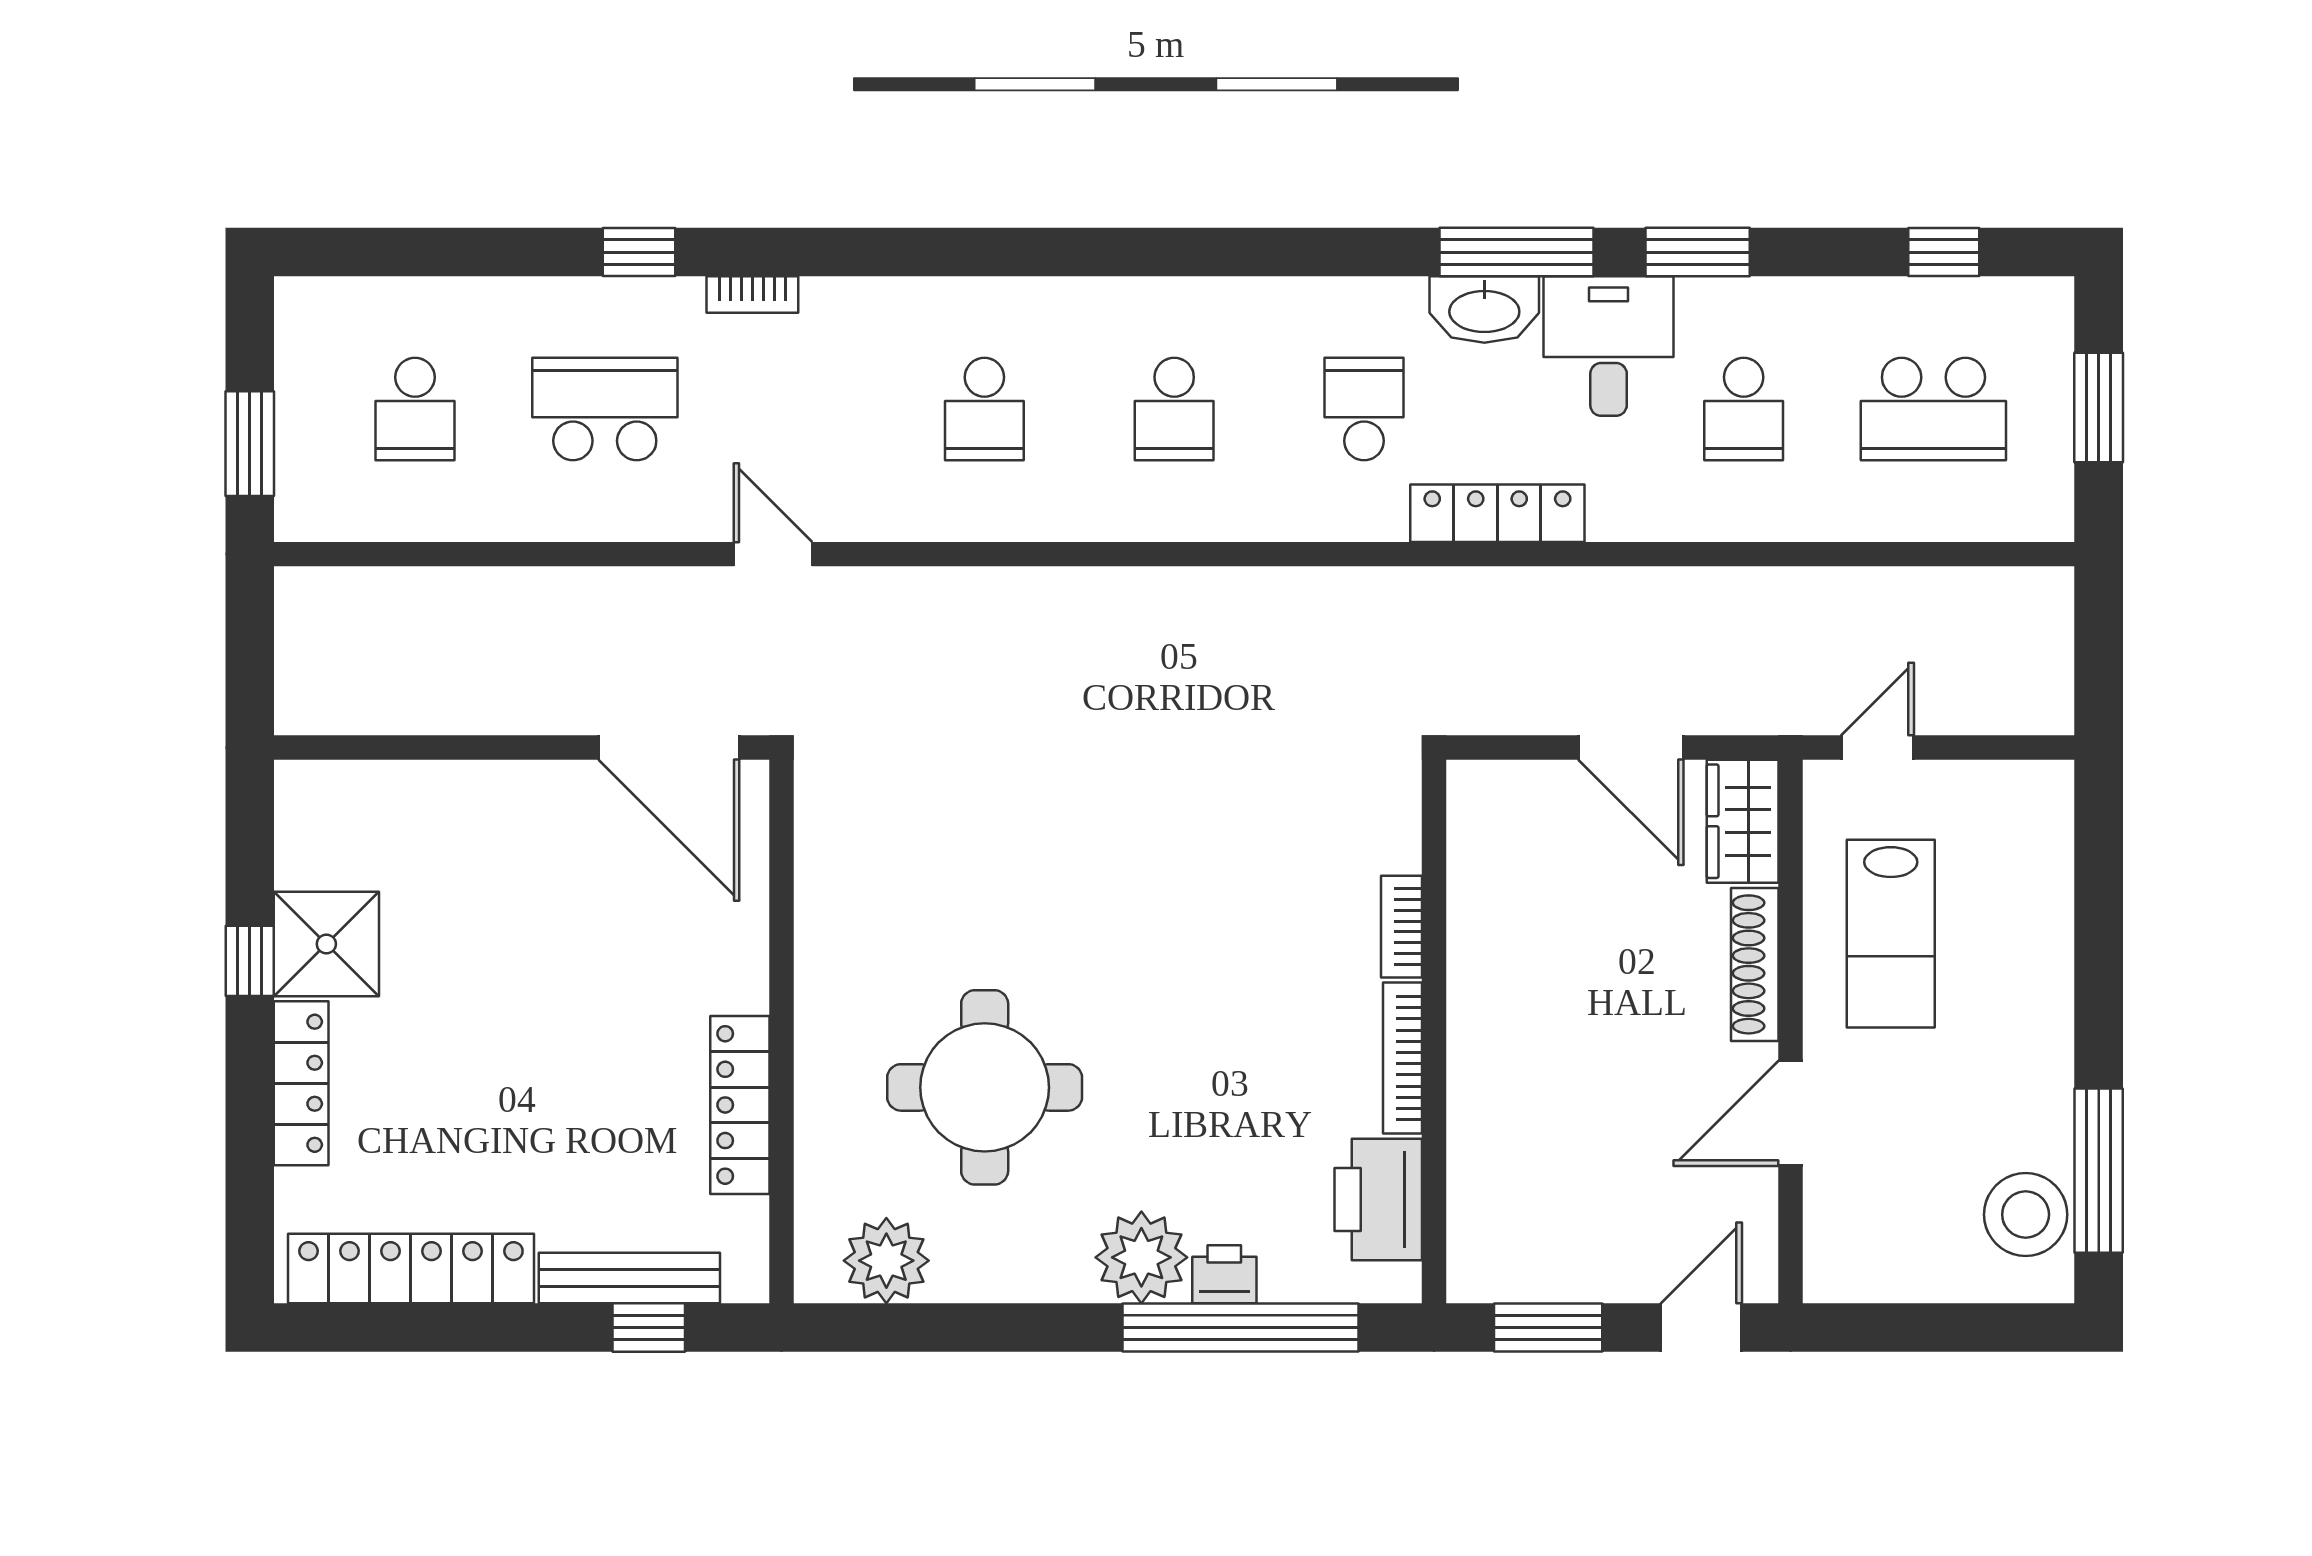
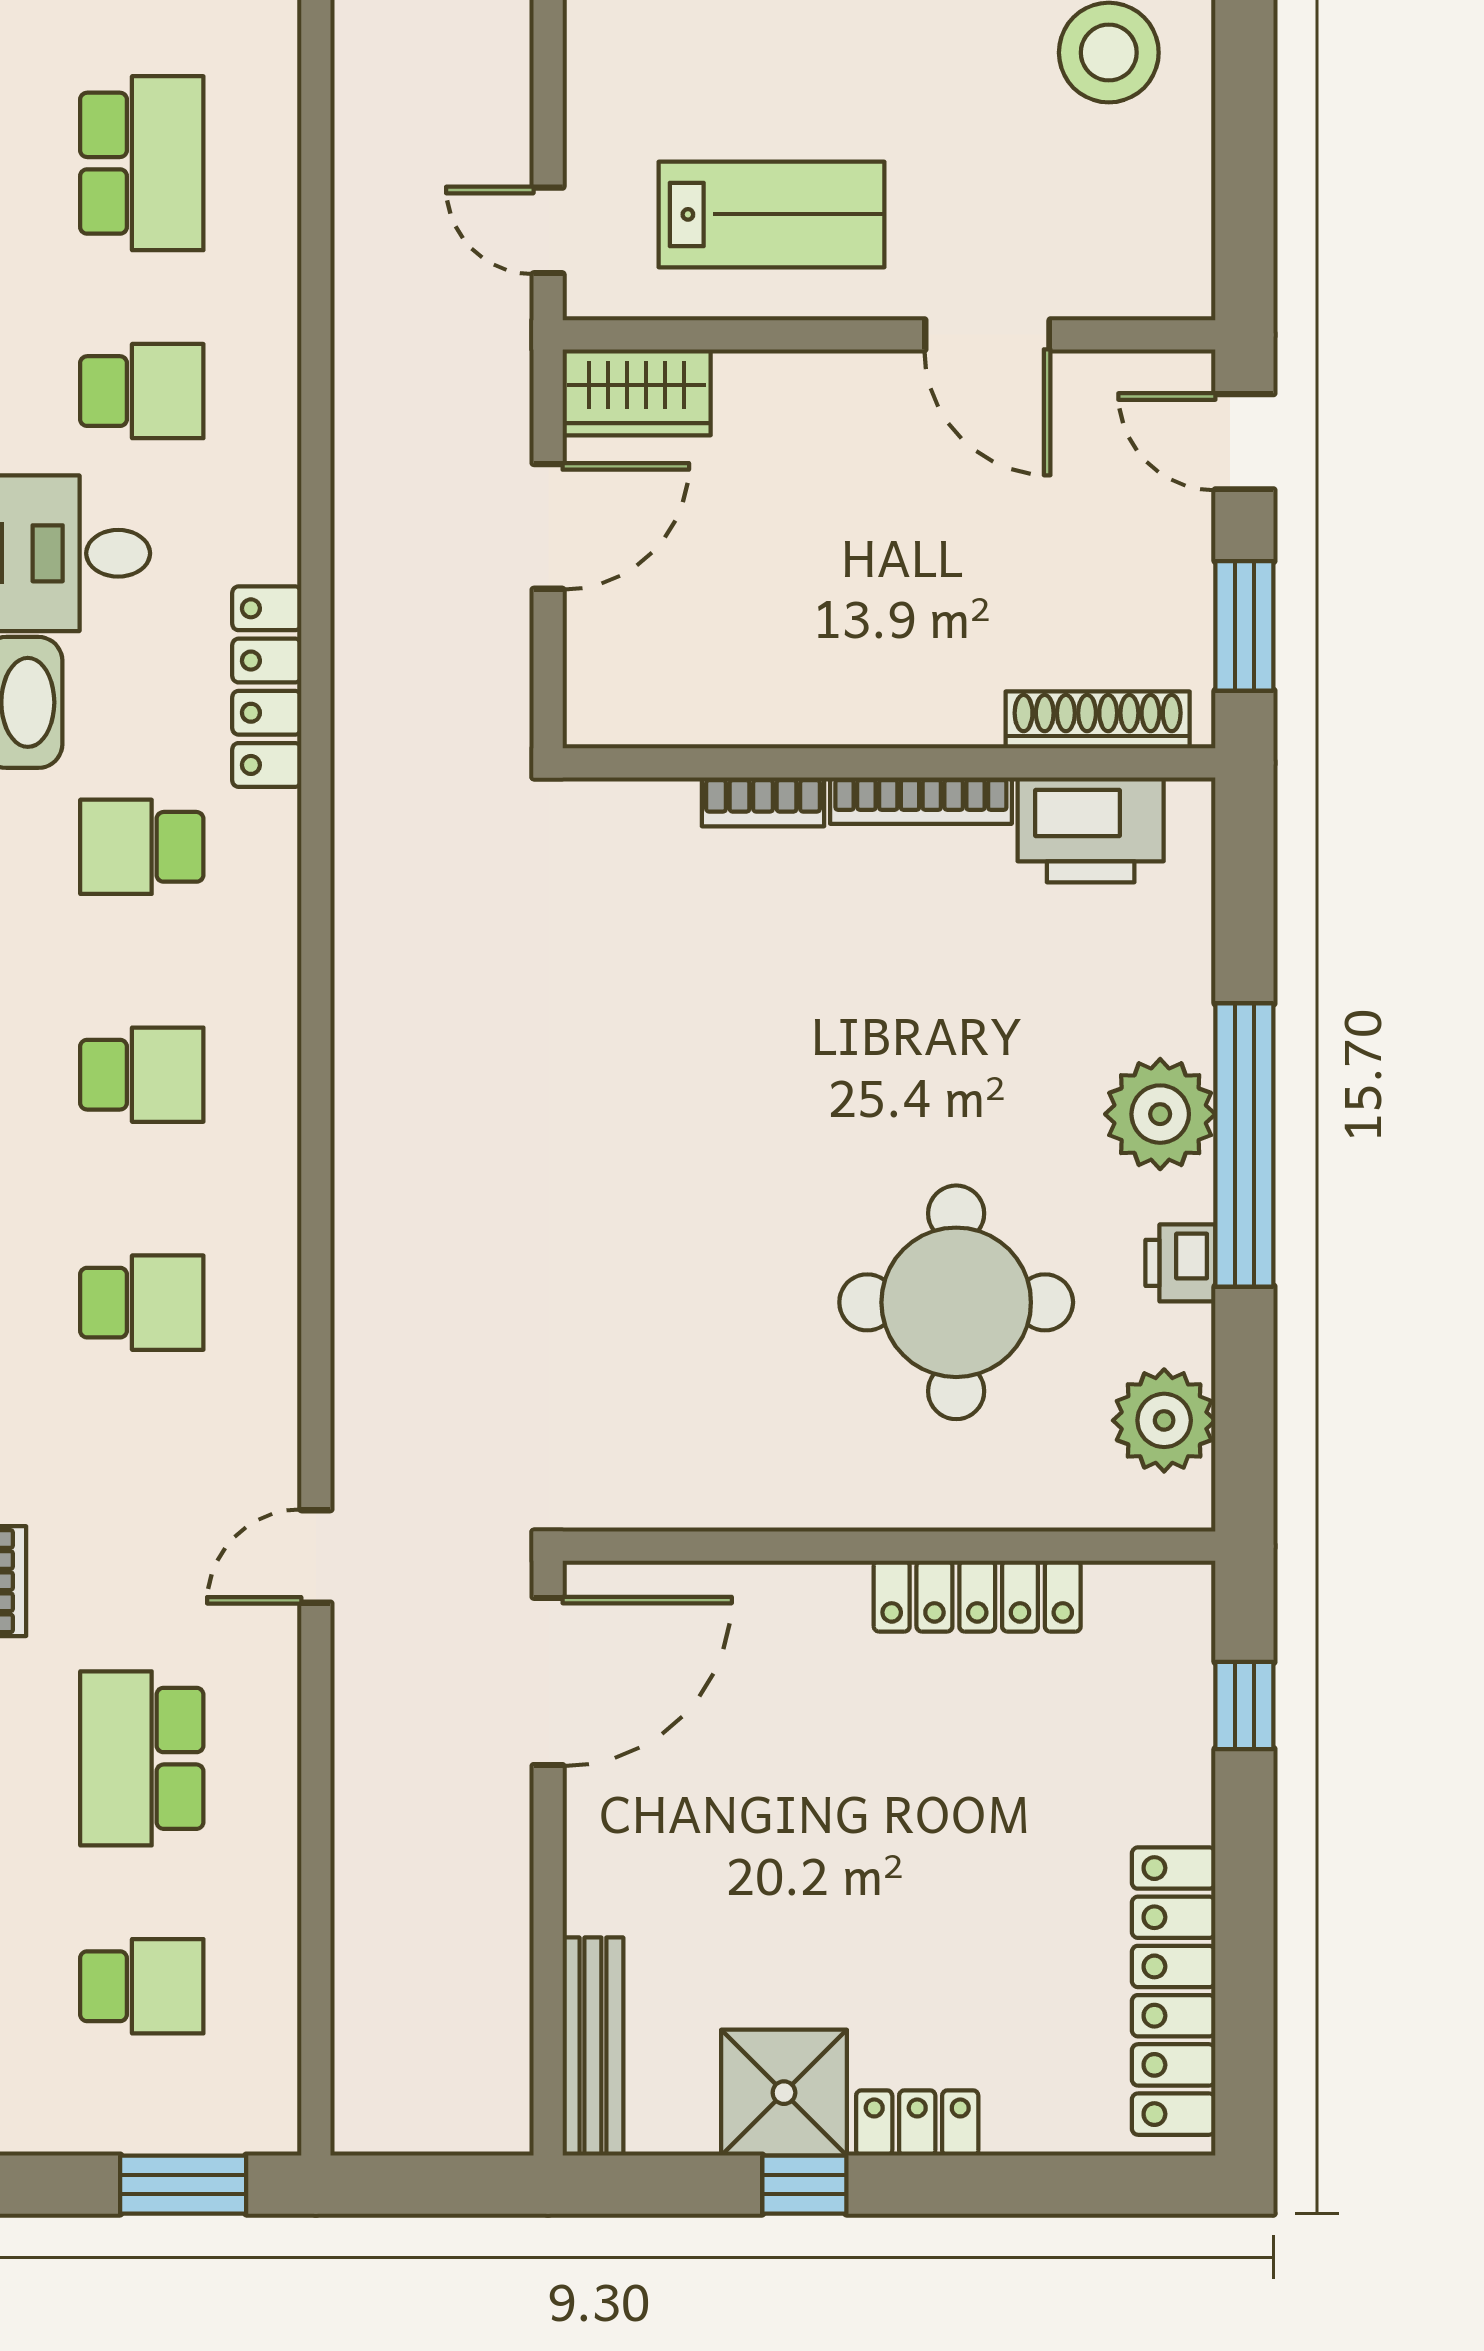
shoe rack: (1755, 964) -> (1098, 720), moved, turned 180
locker: (301, 1083) -> (917, 2123), width x0.66
printer: (1224, 1274) -> (1180, 1263), moved
bench: (629, 1278) -> (593, 2046), moved
window: (1240, 1327) -> (1244, 1145), moved

